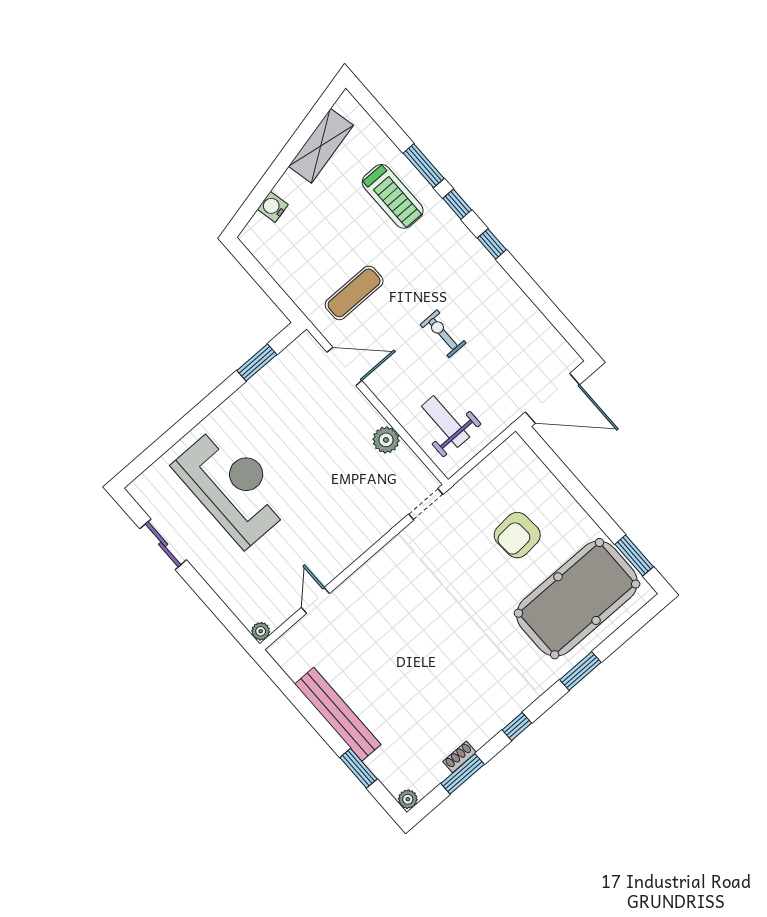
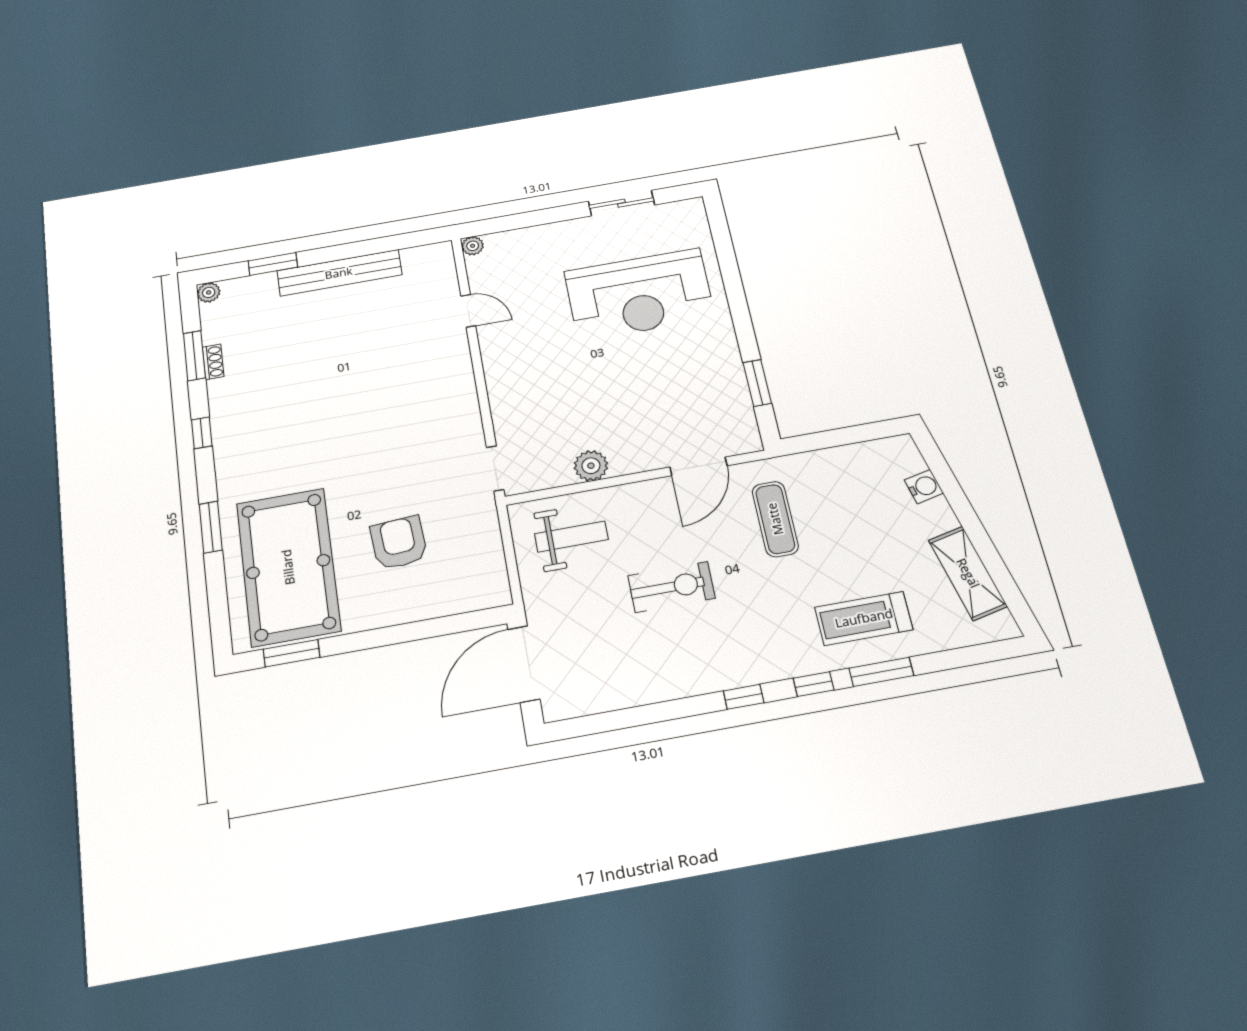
exercise bike: (443, 334) -> (671, 587), width x1.38, depth x1.39

